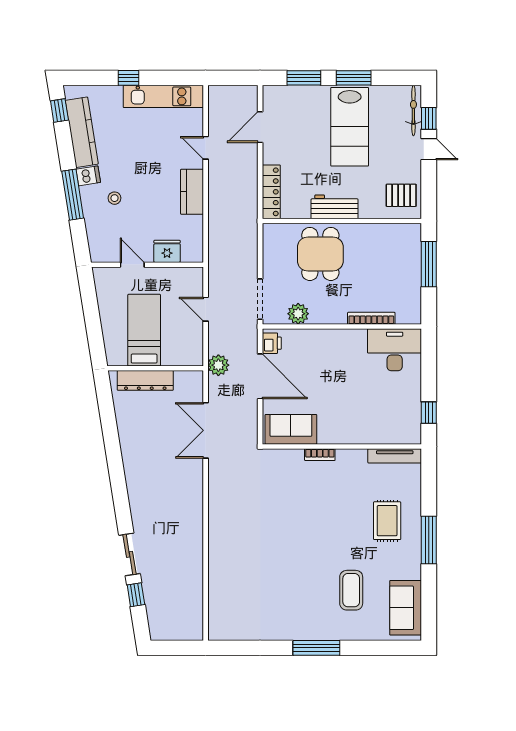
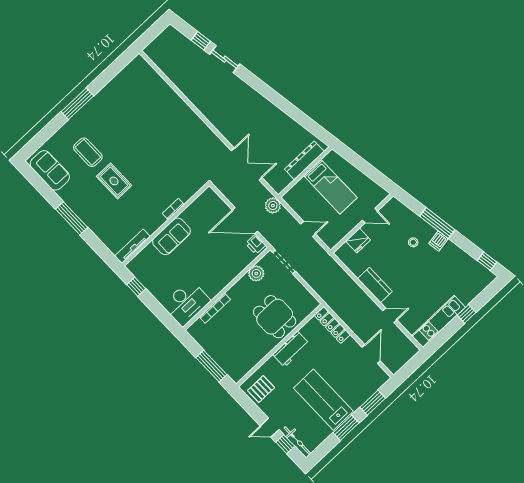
kitchen counter: (82, 132) -> (464, 261), removed
sofa: (291, 429) -> (171, 236), moved
rug: (387, 521) -> (114, 181), moved

